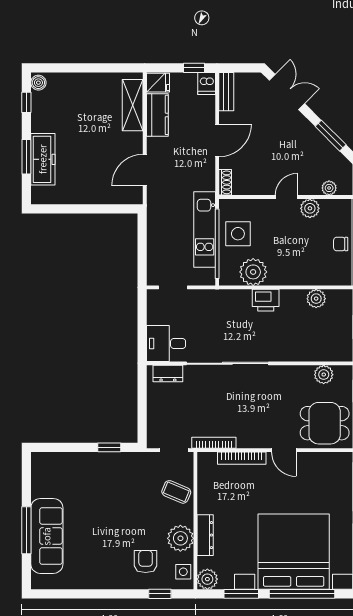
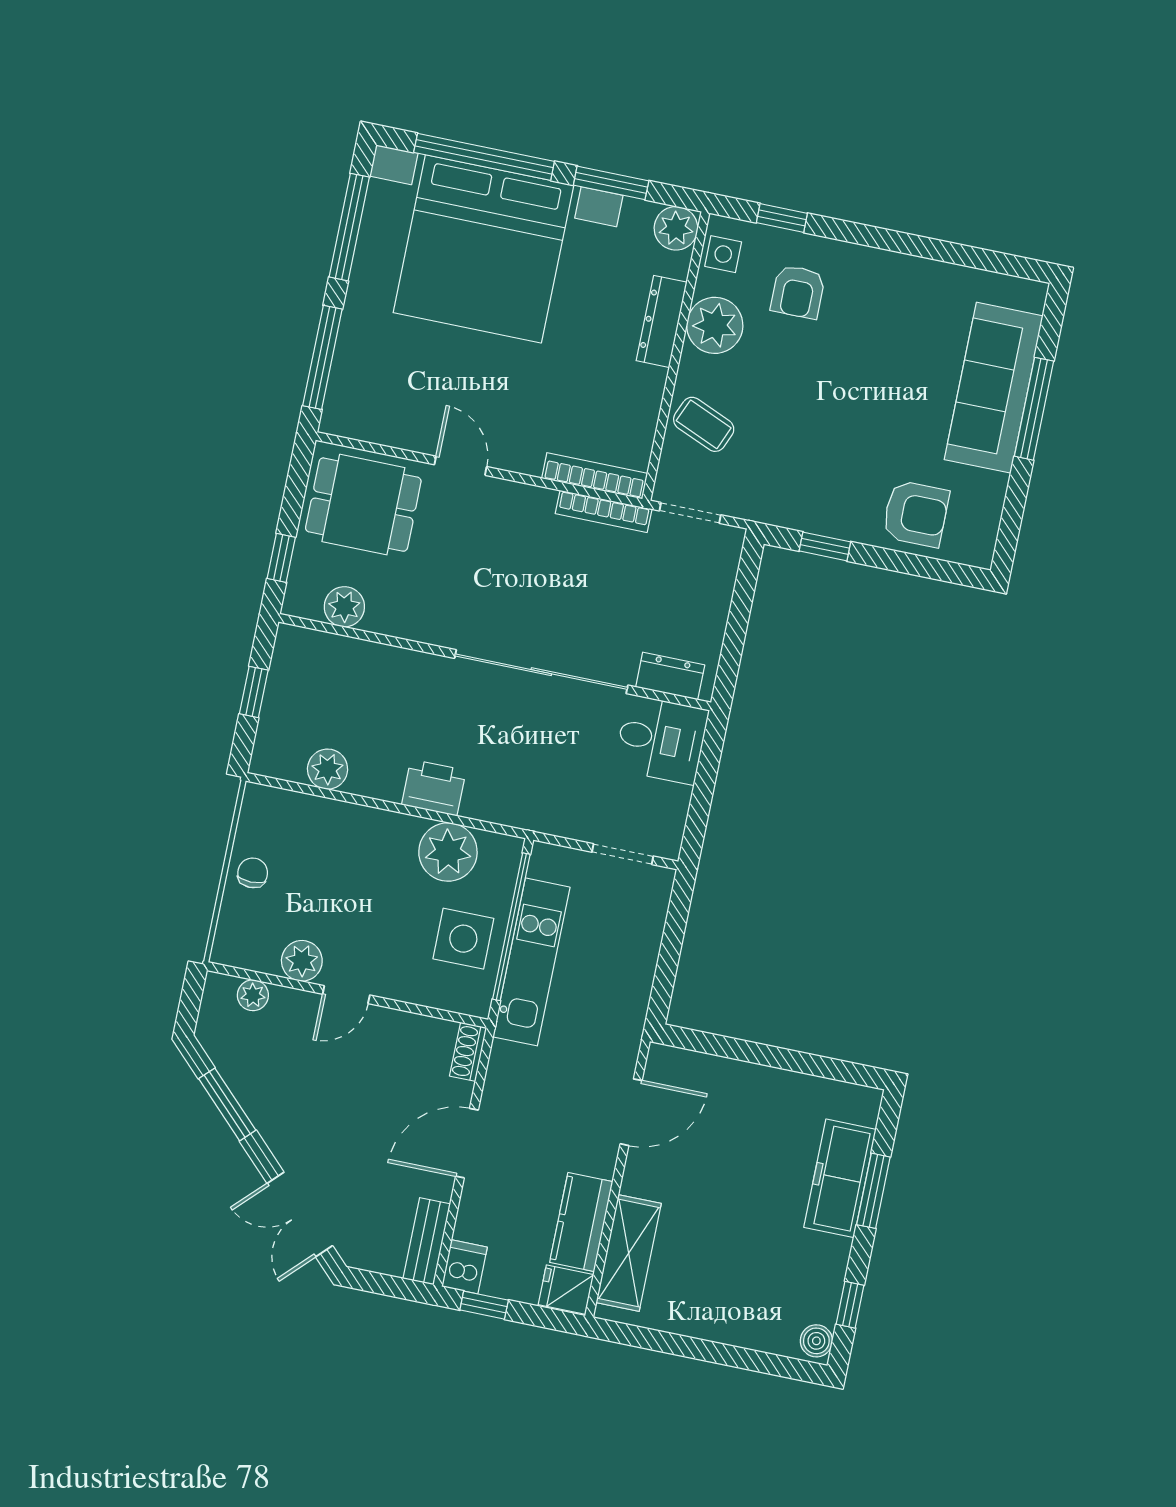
chair: (341, 244) -> (253, 873), turned -90
bookcase: (242, 458) -> (595, 476), moved
armchair: (71, 471) -> (916, 514), added

